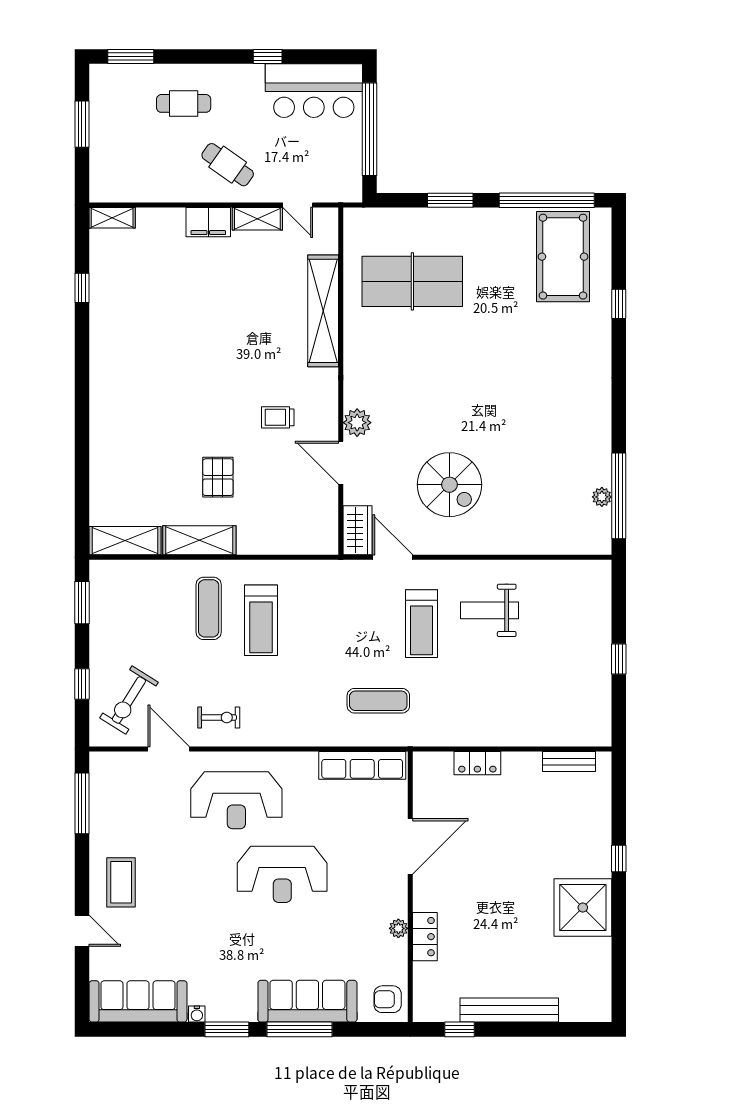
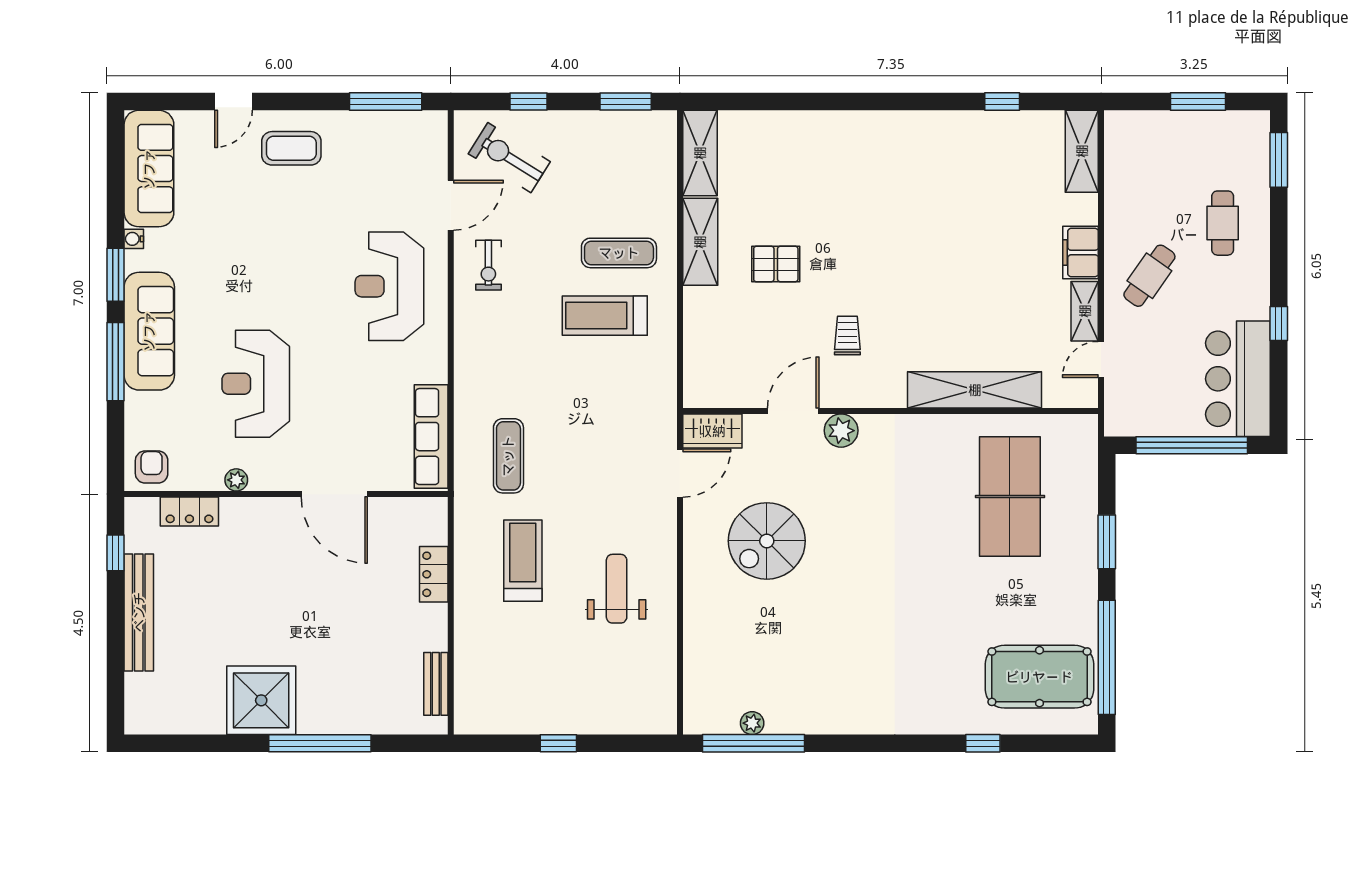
shelving: (112, 218) -> (1082, 151), width x1.50, depth x1.33
treadmill: (421, 624) -> (523, 561), moved, turned 90
window: (619, 858) -> (320, 743), width x3.17
reception desk: (282, 874) -> (256, 384), moved
locker: (425, 937) -> (189, 512), moved
sofa: (307, 1001) -> (149, 331), moved

